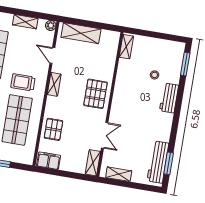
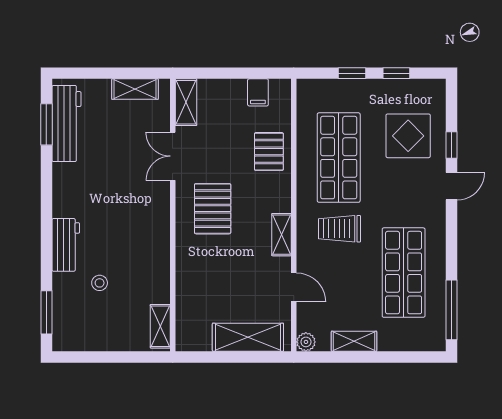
trolley: (23, 82) -> (340, 229), turned 180
pallet: (95, 94) -> (213, 209), moved
filing cabinet: (49, 161) -> (258, 92), width x0.50

